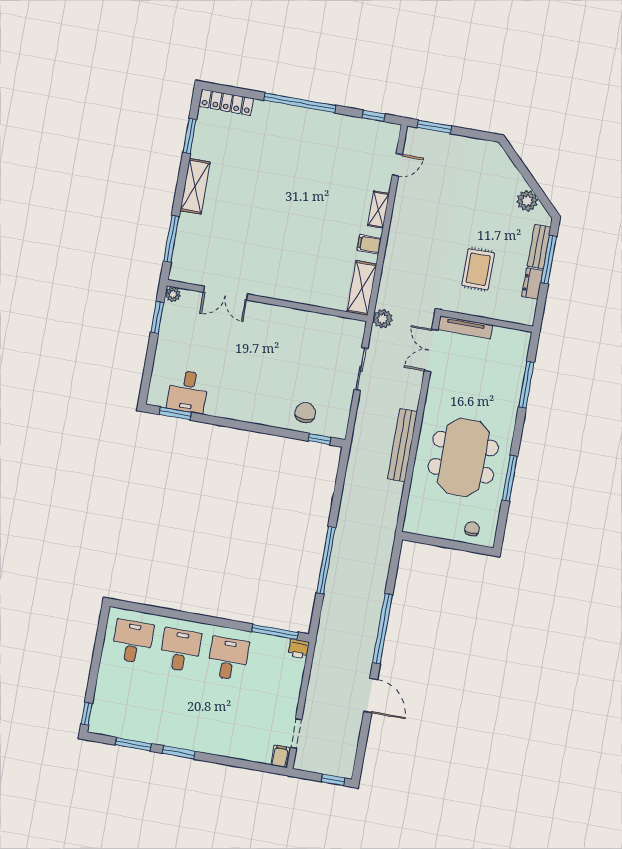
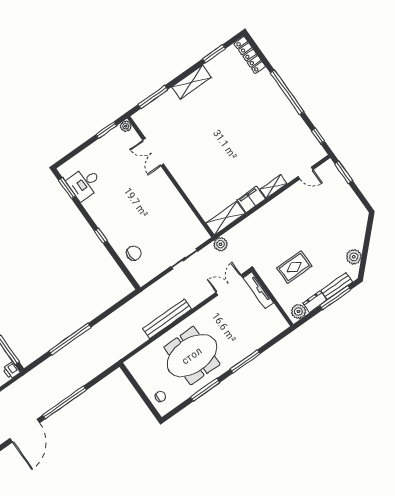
filing cabinet: (369, 244) -> (251, 199), width x2.00
plant: (526, 309) -> (298, 311), added
window: (526, 385) -> (245, 361), moved
window: (320, 439) -> (101, 236), moved
door: (371, 696) -> (25, 431), width x1.36

